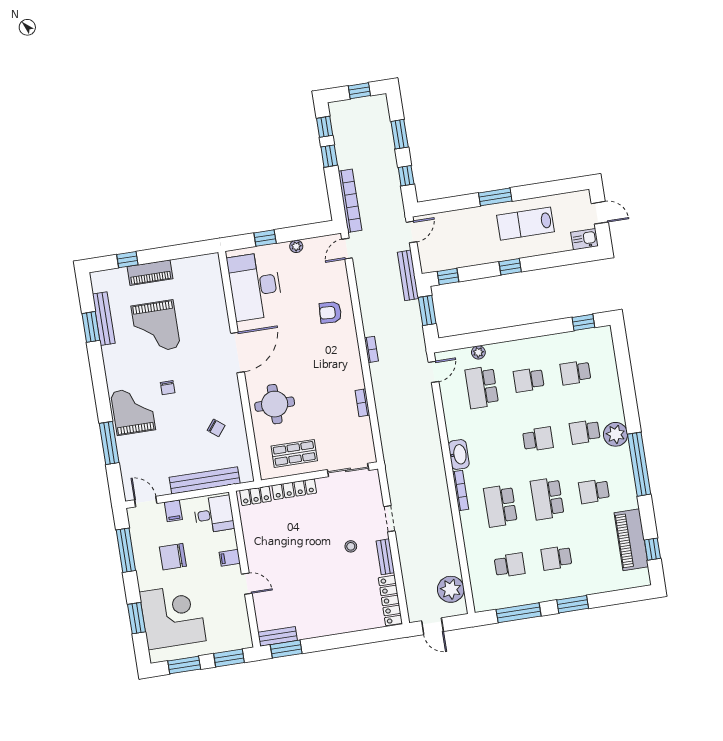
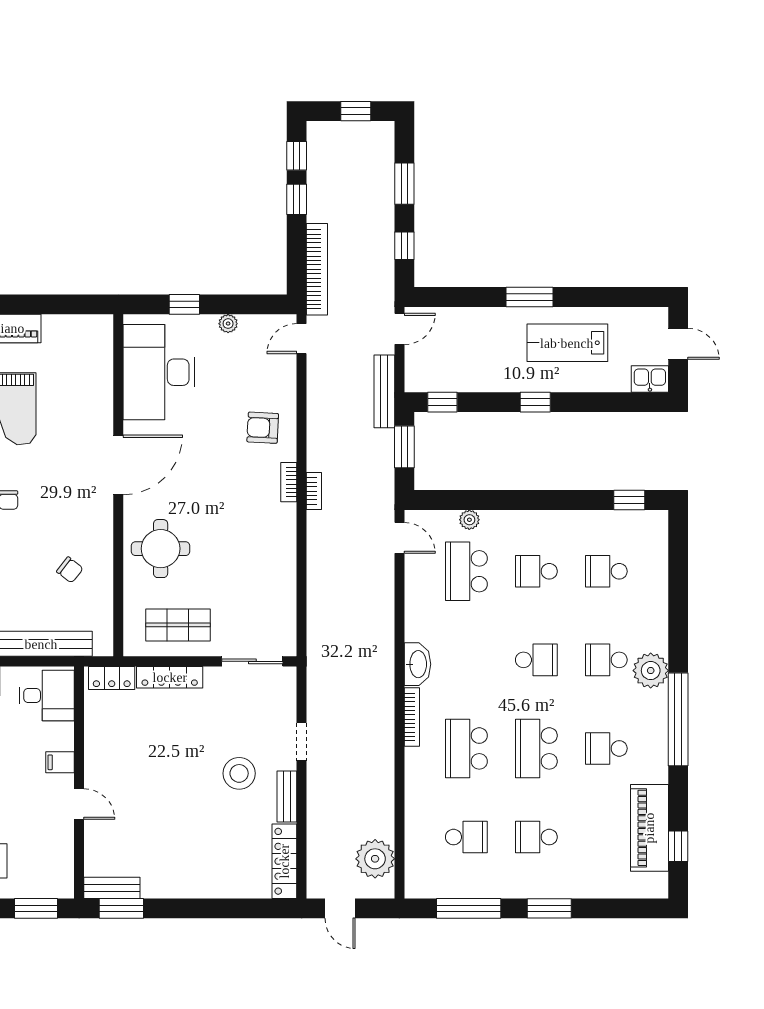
door: (433, 372) -> (399, 538), hinge flipped
bookcase: (362, 403) -> (289, 482), moved
stool: (351, 546) -> (239, 773), width x1.89, depth x1.89

